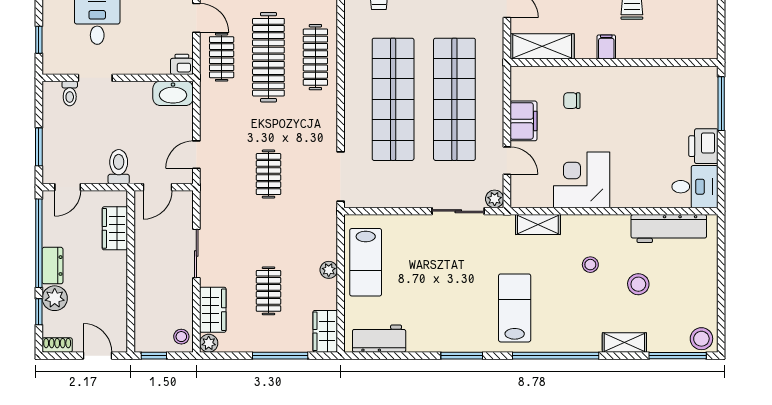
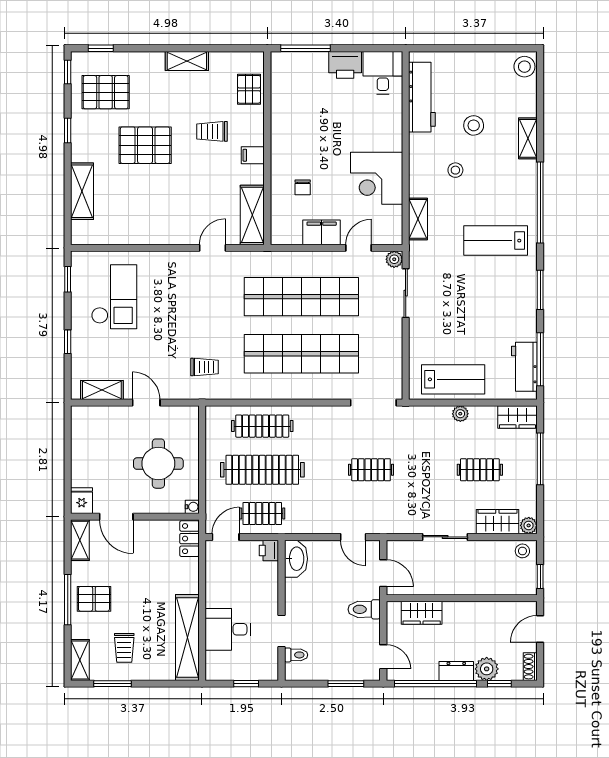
pallet: (677, 43) -> (249, 89), added
window: (678, 356) -> (540, 359), moved

